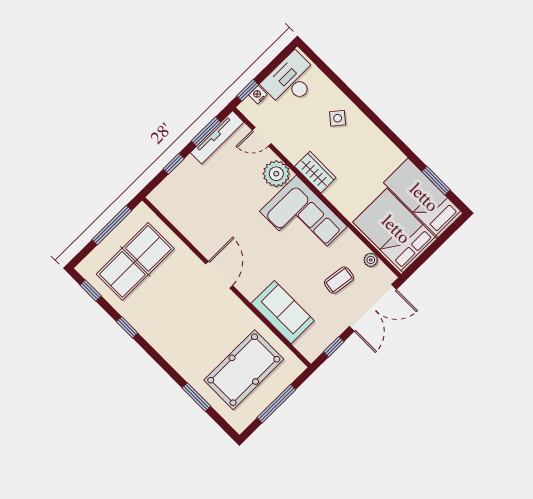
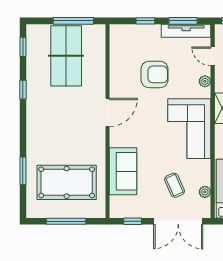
plant: (276, 174) -> (205, 81), width x0.53, depth x0.53
armchair: (227, 202) -> (154, 74), added
table tennis table: (135, 261) -> (66, 56), turned 90
coffee table: (339, 280) -> (175, 185), turned 58

